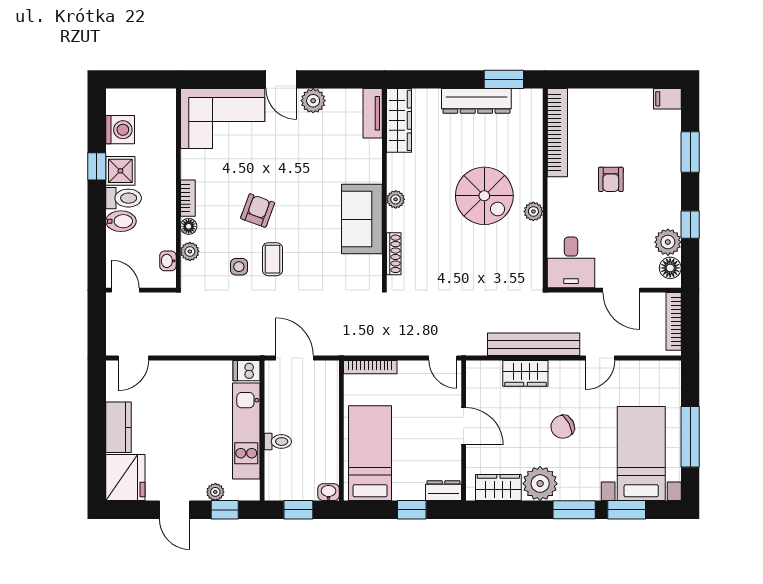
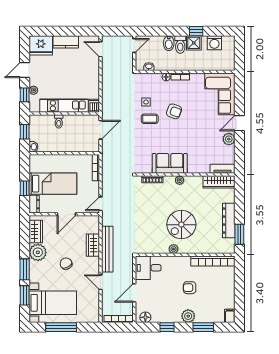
plant: (668, 242) -> (188, 316), moved
plant: (190, 251) -> (154, 78), removed
bed: (370, 453) -> (53, 184), moved

